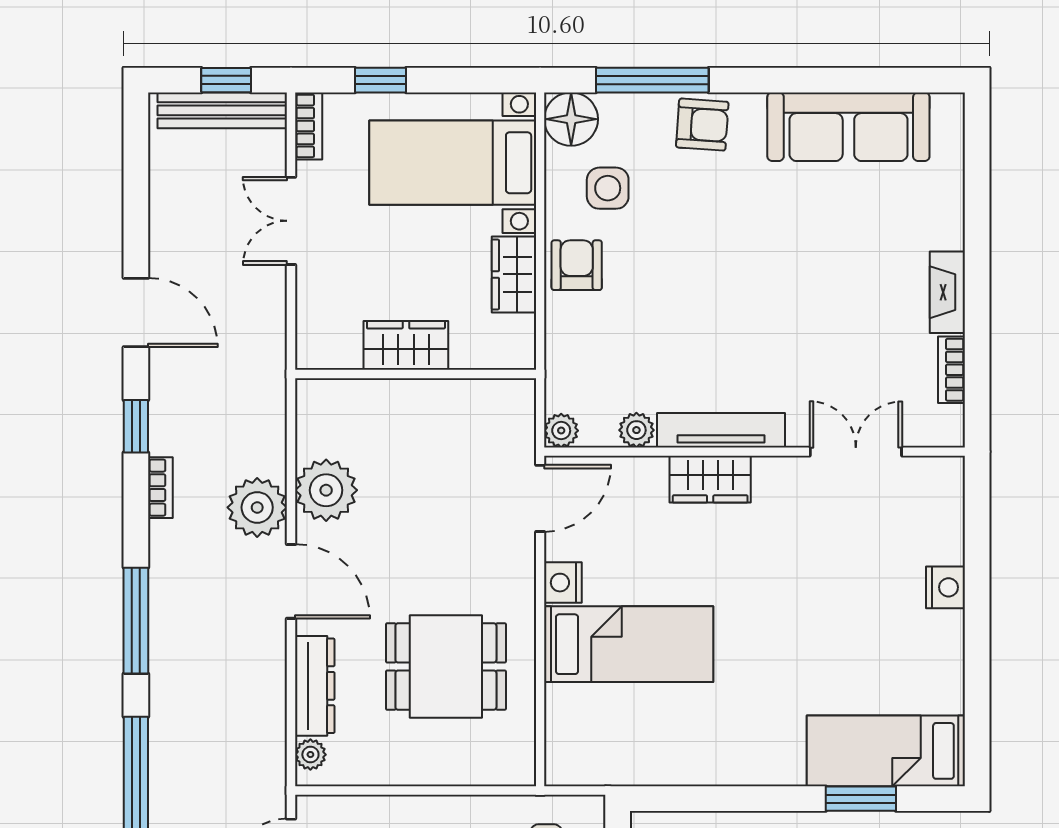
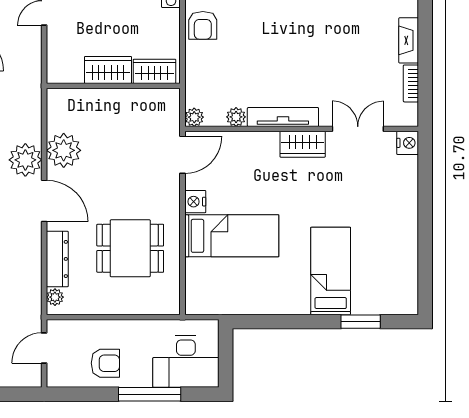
armchair: (577, 265) -> (203, 25), turned 180
wardrobe: (514, 274) -> (154, 71), moved, turned 90
wardrobe: (710, 479) -> (303, 144), moved
nightstand: (945, 587) -> (408, 143), moved
bed: (886, 751) -> (331, 271), moved, turned 90

